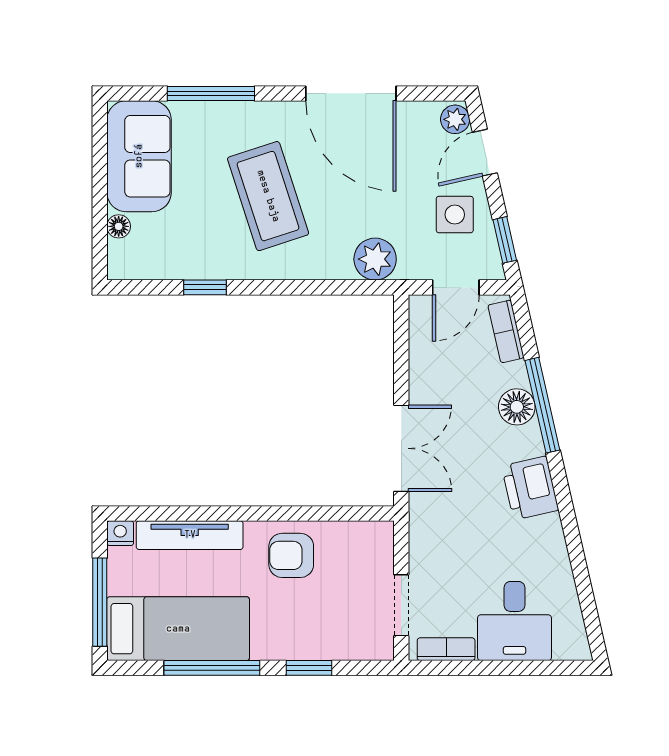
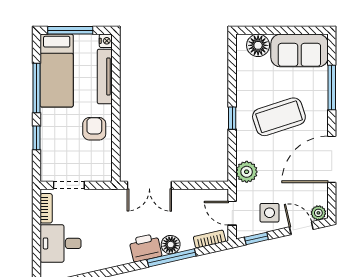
floor lamp: (119, 226) -> (258, 45), width x1.89, depth x1.89
window: (205, 287) -> (232, 118), moved
printer: (530, 488) -> (145, 248), moved

